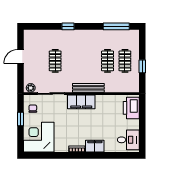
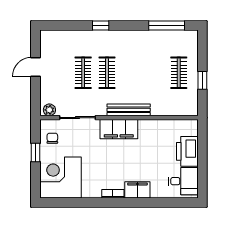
clothes rail: (108, 61) -> (107, 73), moved
printer: (131, 108) -> (187, 151), moved

